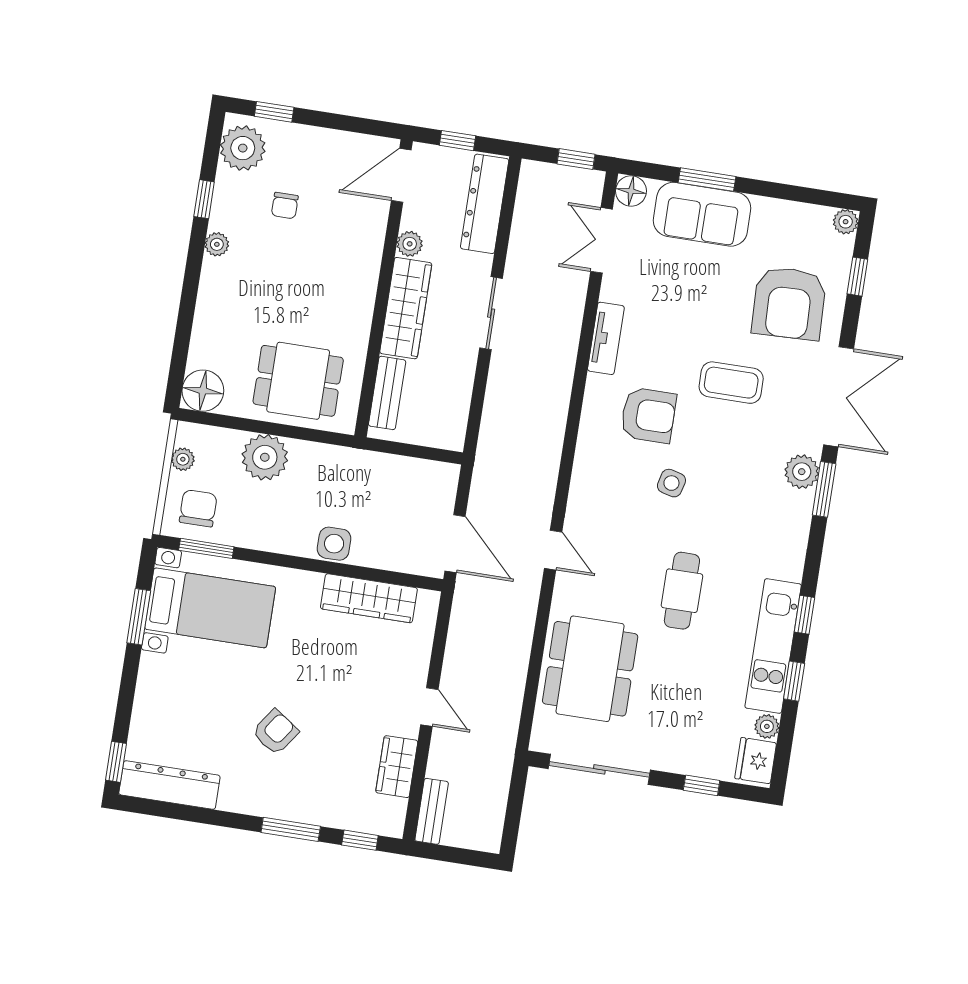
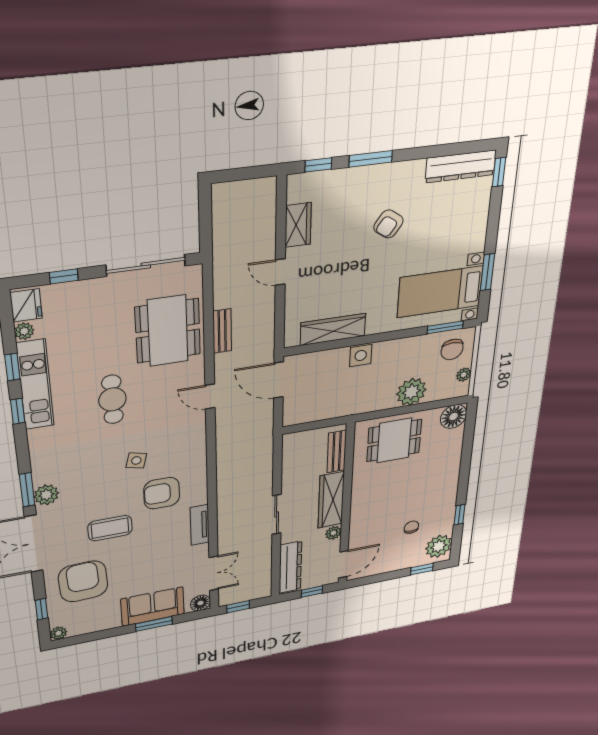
plant: (217, 244) -> (450, 495), removed
bench: (432, 811) -> (222, 331), moved

